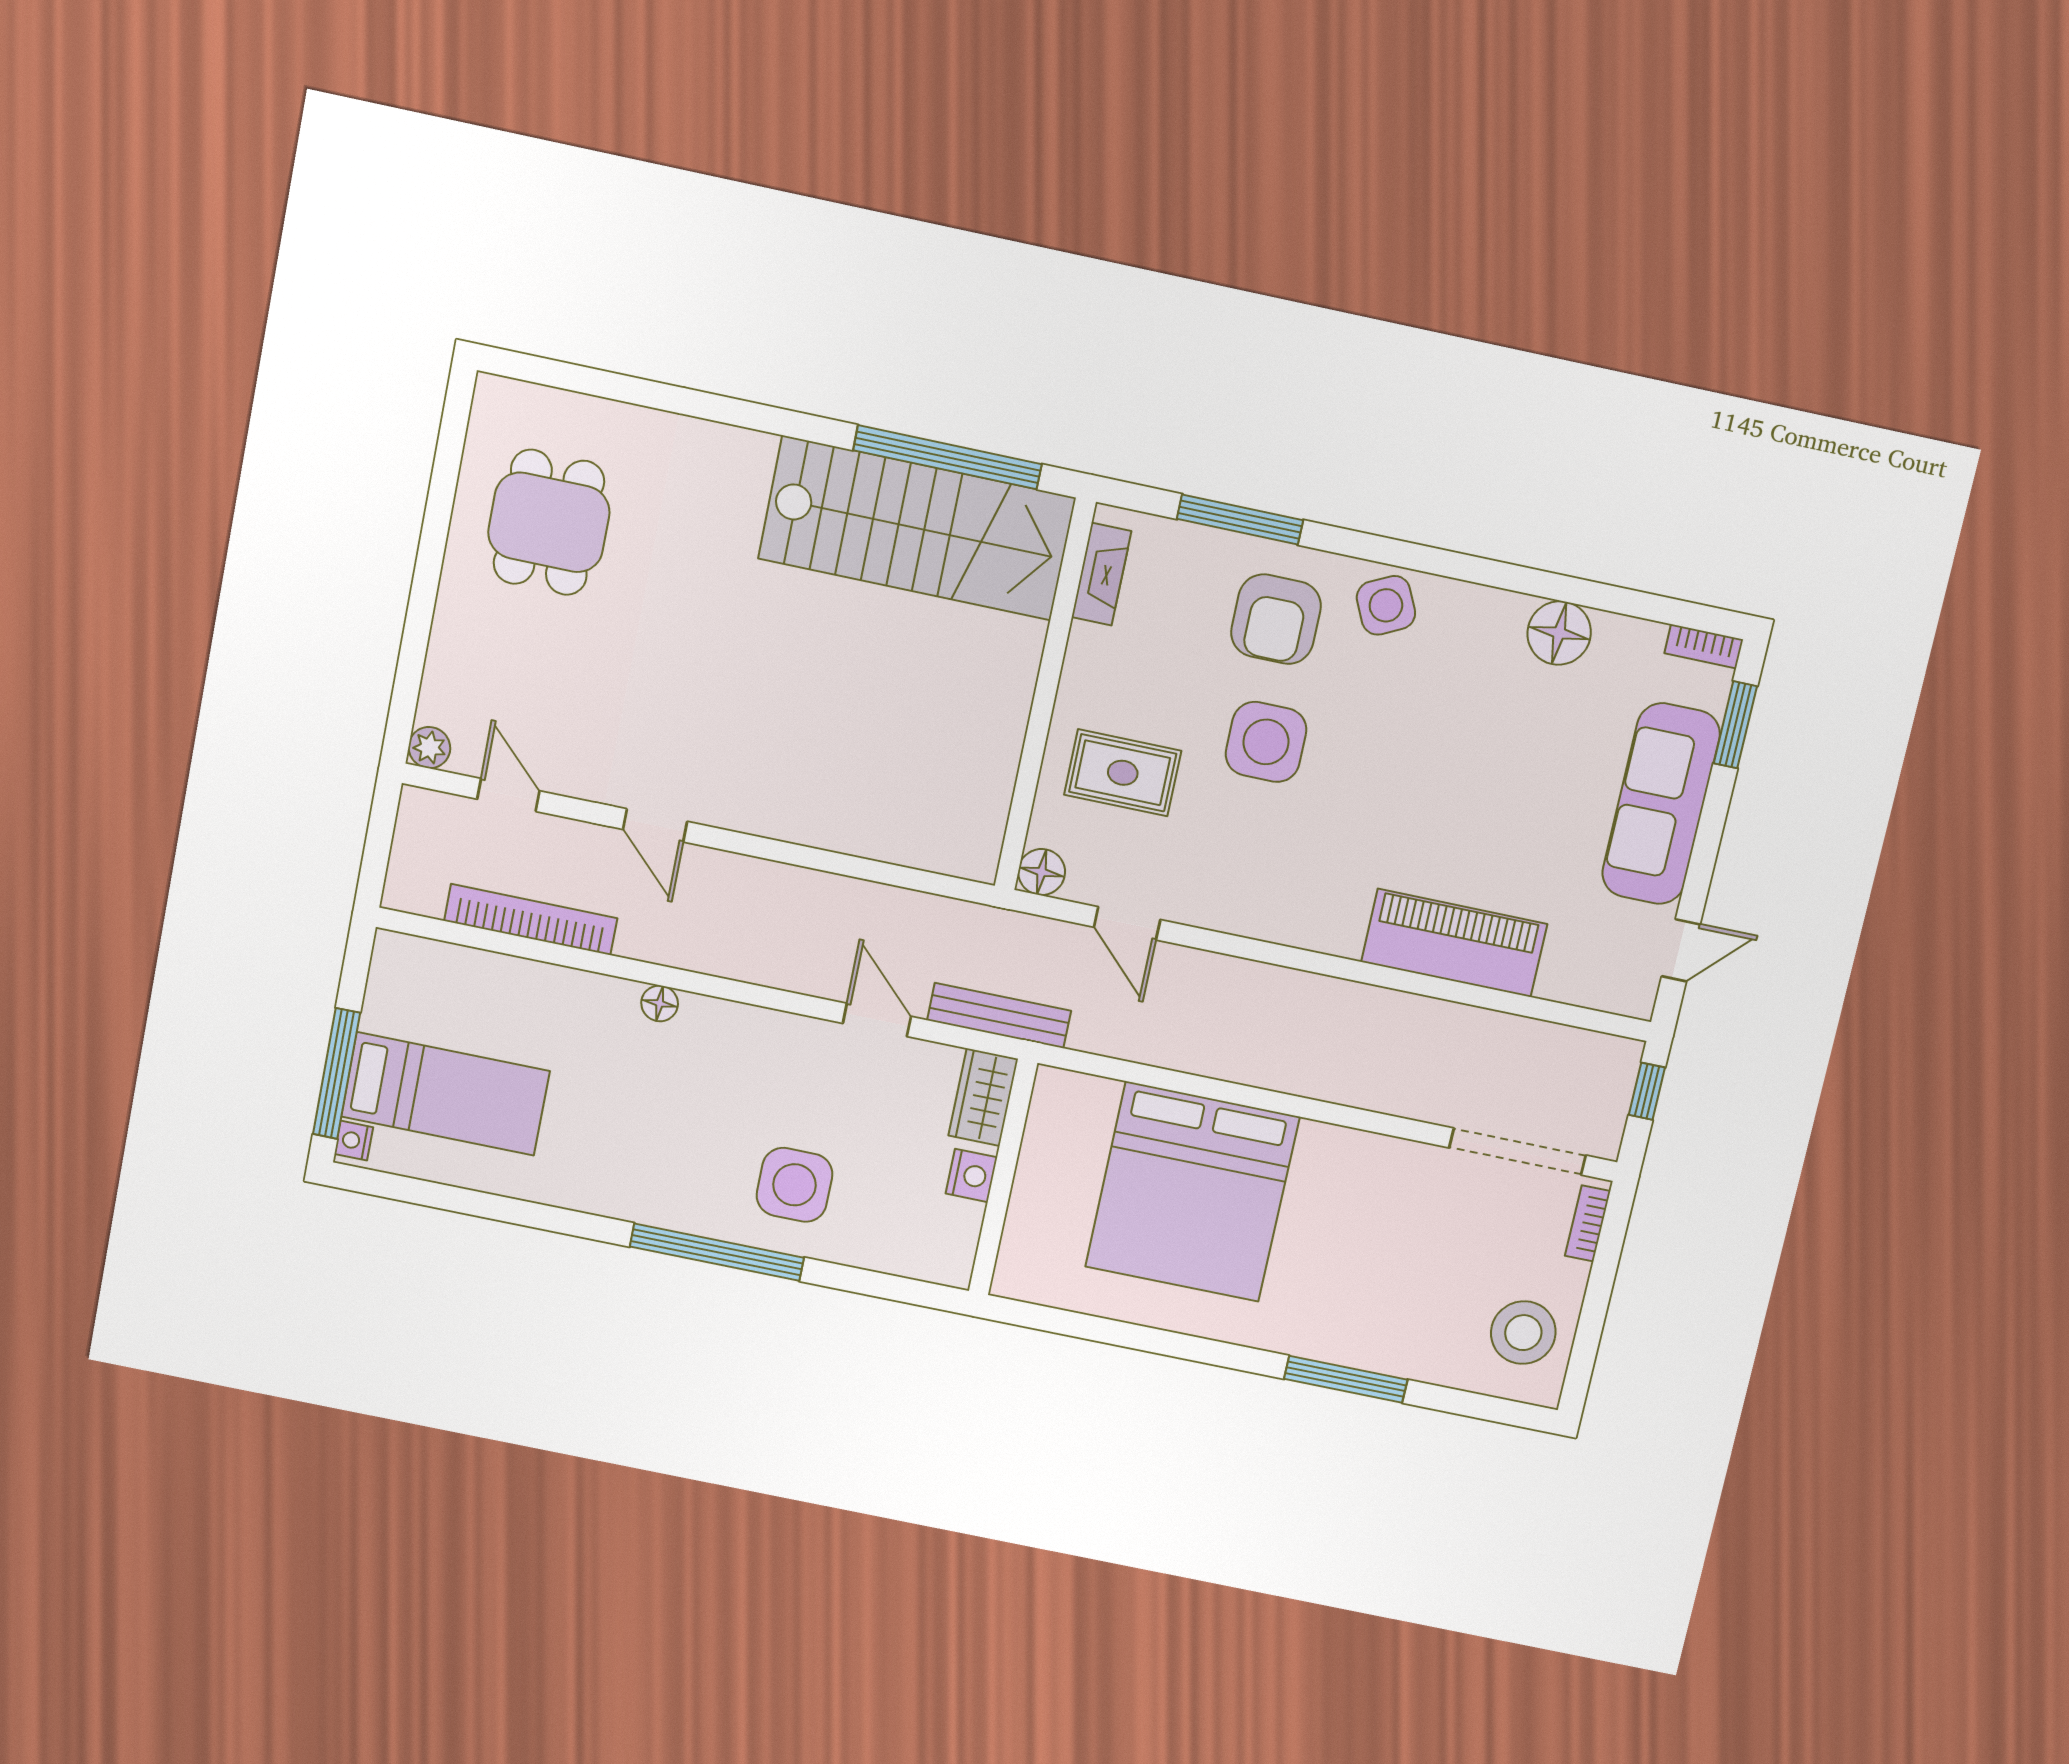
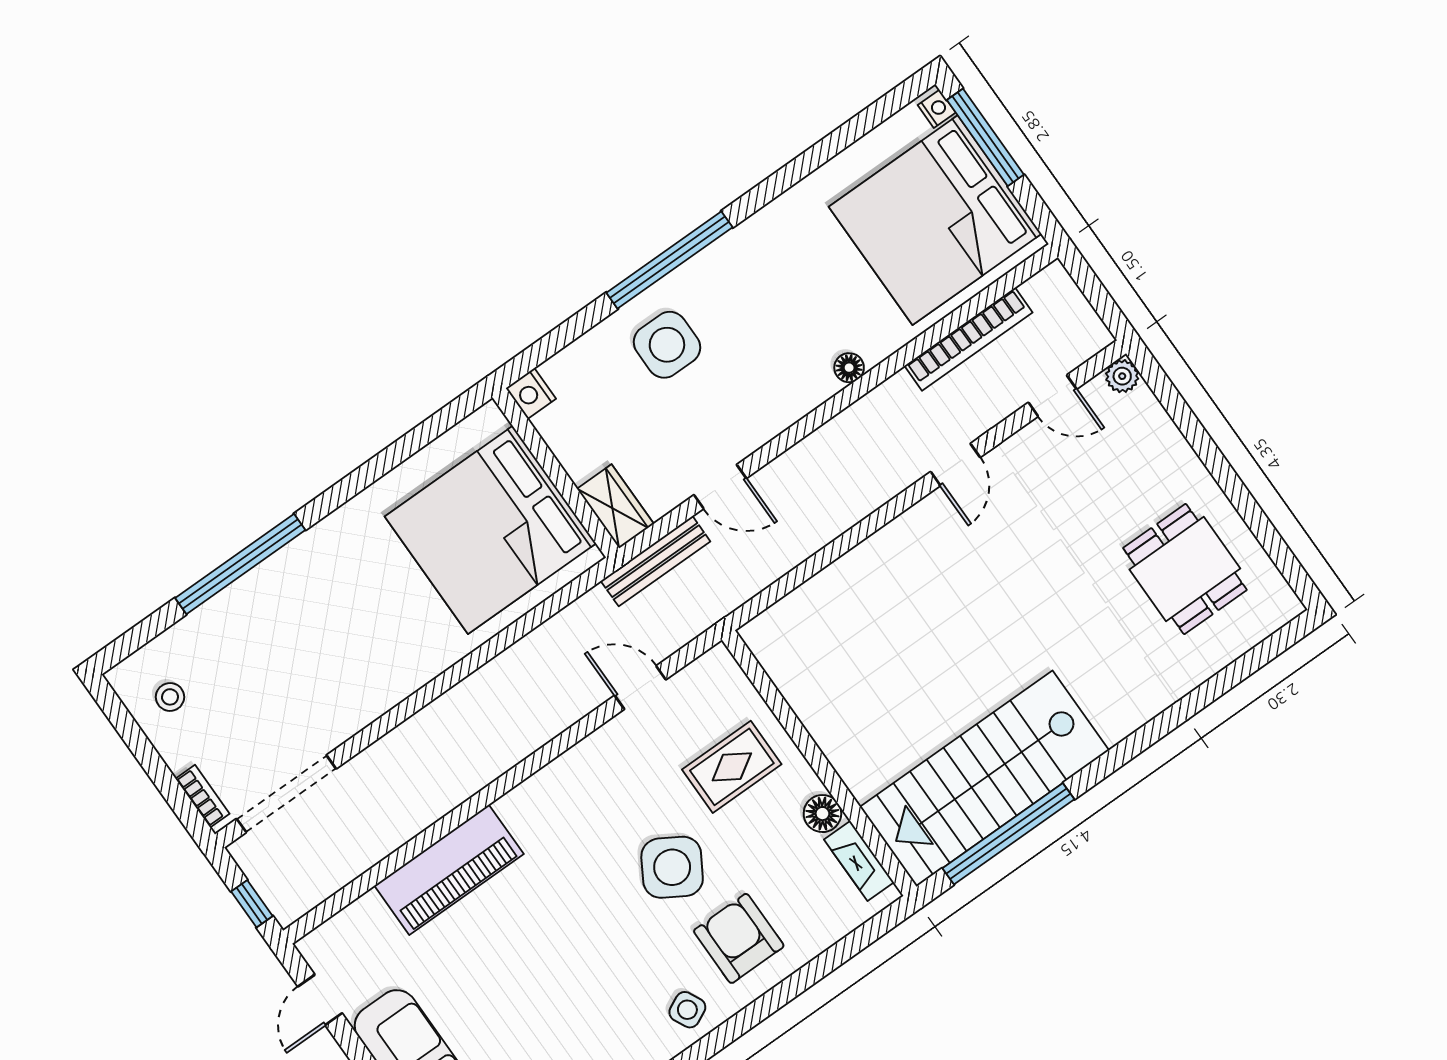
window: (1240, 520) -> (816, 970), removed
side table: (1386, 605) -> (687, 1010), width x0.73, depth x0.73
side table: (1266, 742) -> (672, 867), turned 31
door: (655, 825) -> (955, 465), swing flipped
floor lamp: (1042, 872) -> (822, 814), moved
bed: (445, 1094) -> (935, 220), width x2.04
nightstand: (971, 1175) -> (531, 394), moved
bed: (1192, 1192) -> (490, 530), moved, turned -90
stool: (1523, 1333) -> (170, 697), width x0.53, depth x0.53
window: (1346, 1379) -> (240, 564), width x1.46

